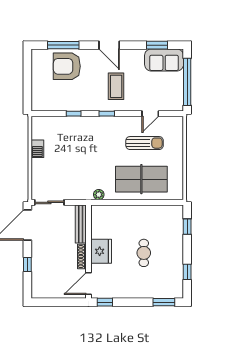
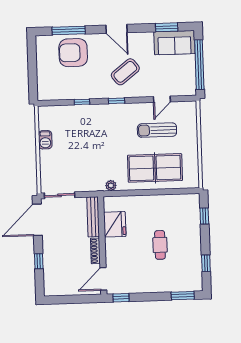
coffee table: (116, 86) -> (125, 72), turned 52
sun lounger: (145, 143) -> (157, 130), turned 180
fridge: (101, 251) -> (115, 224), moved

